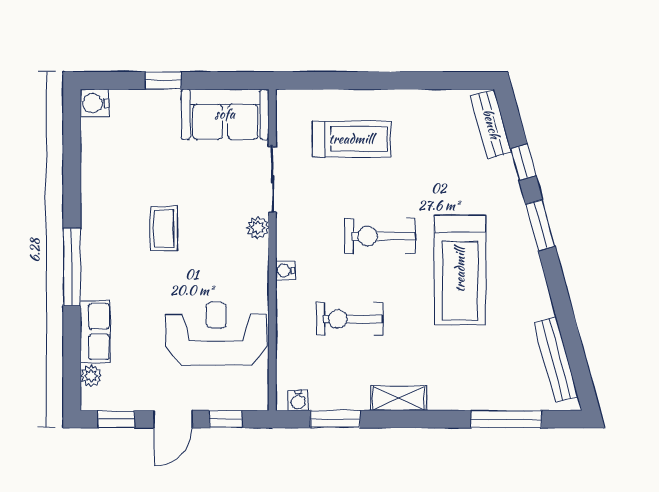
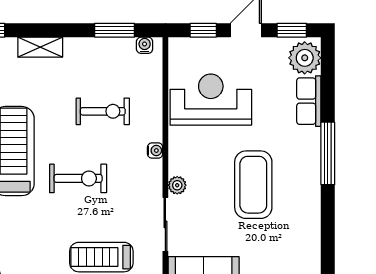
coffee table: (164, 228) -> (253, 185), width x1.86, depth x1.72
reception desk: (216, 333) -> (211, 100), turned 180
plant: (91, 376) -> (305, 58), width x1.88, depth x1.88
shelving: (399, 398) -> (40, 47), moved

